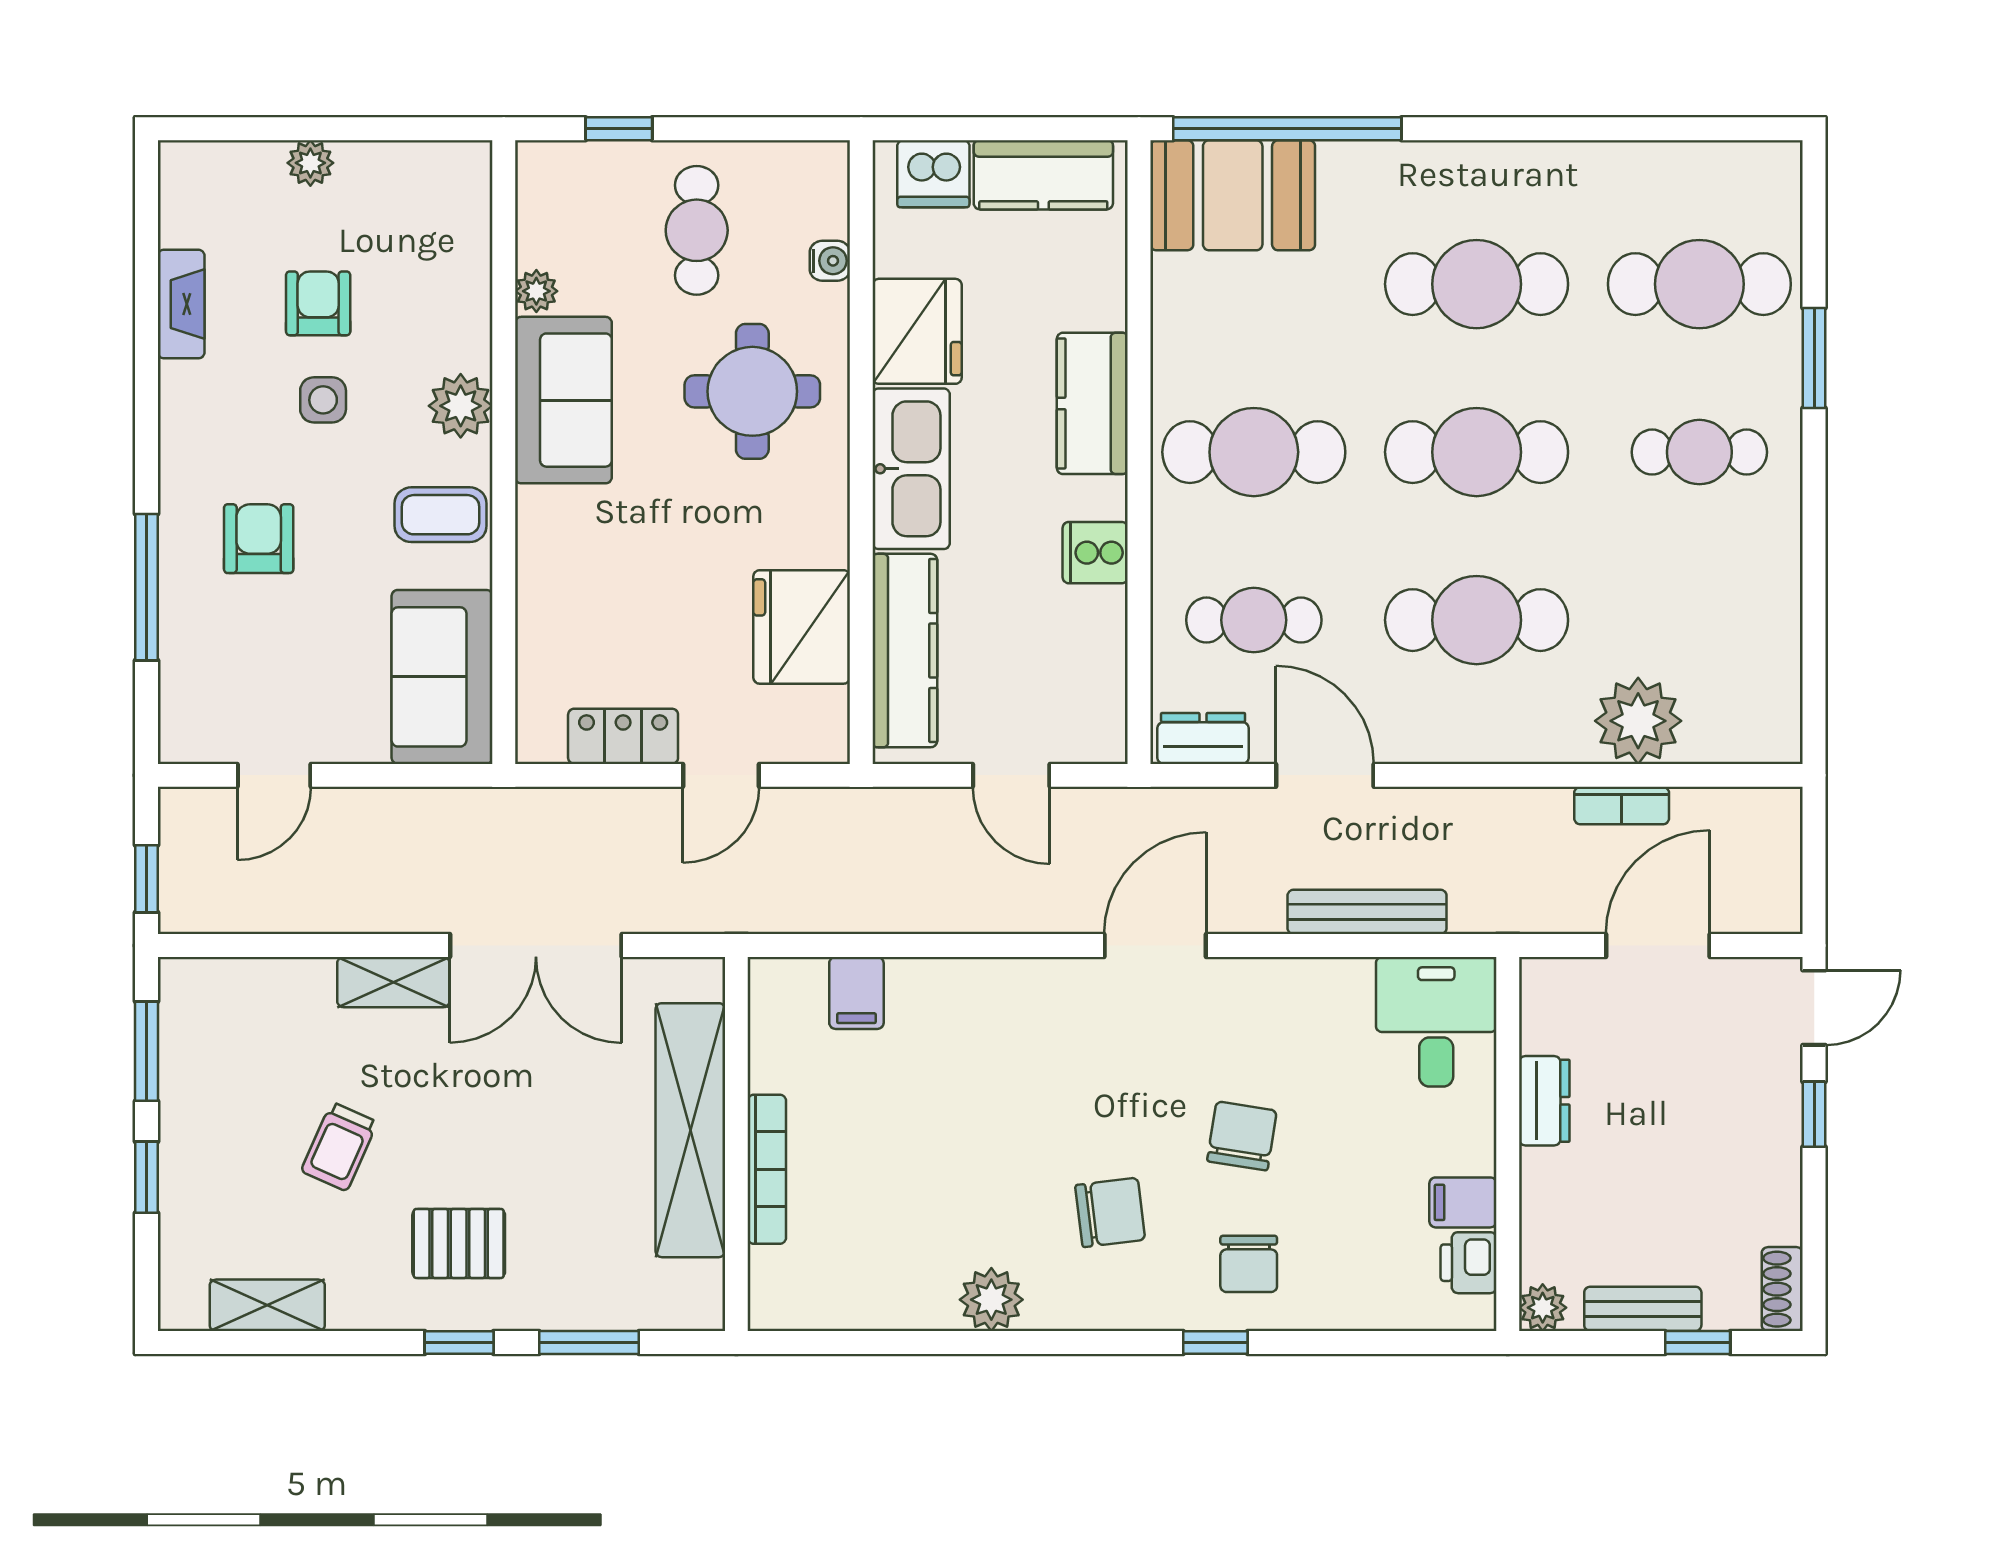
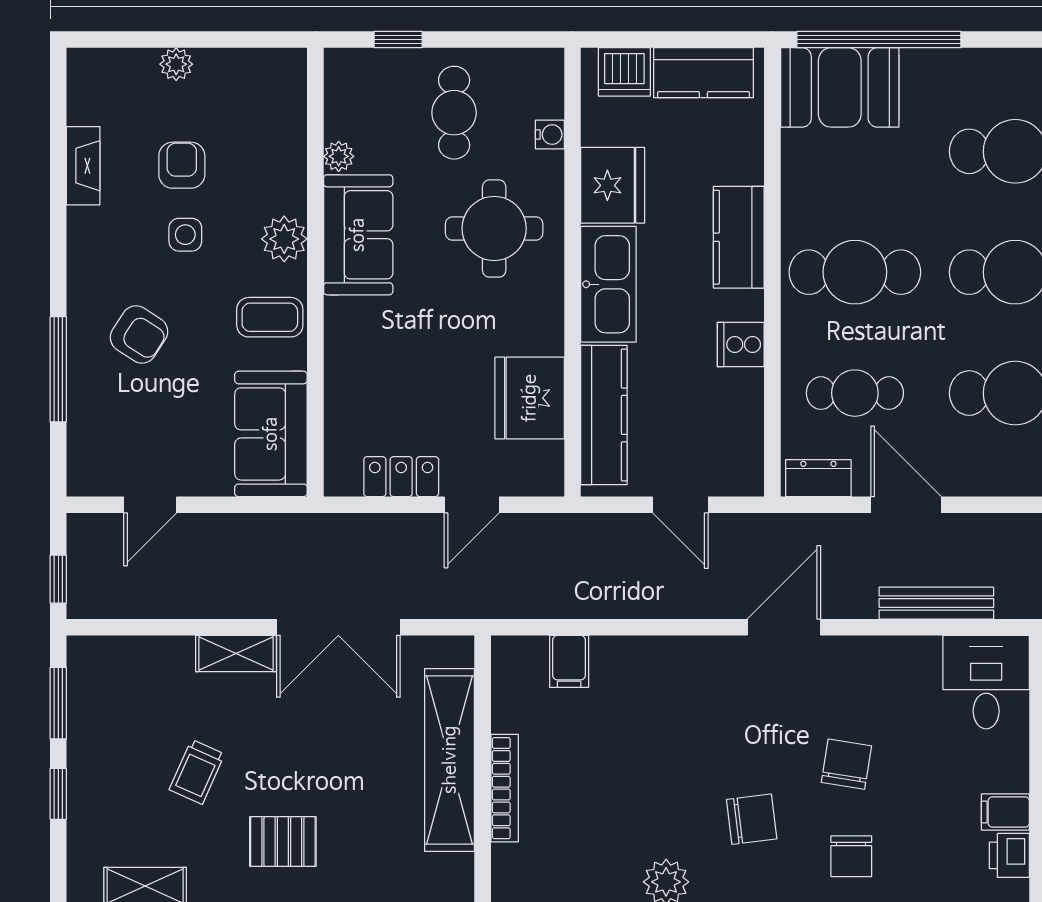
armchair: (259, 539) -> (139, 334), turned 123

